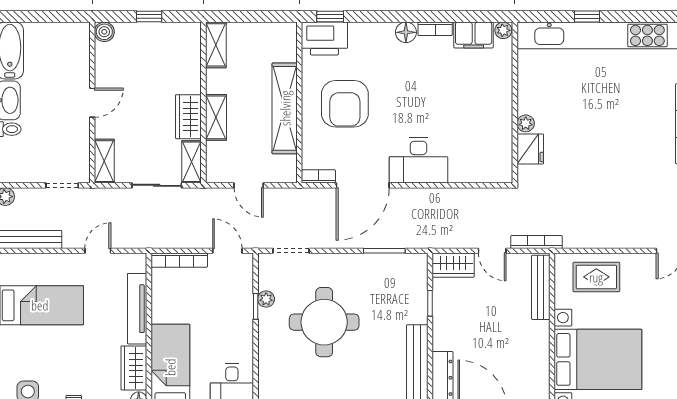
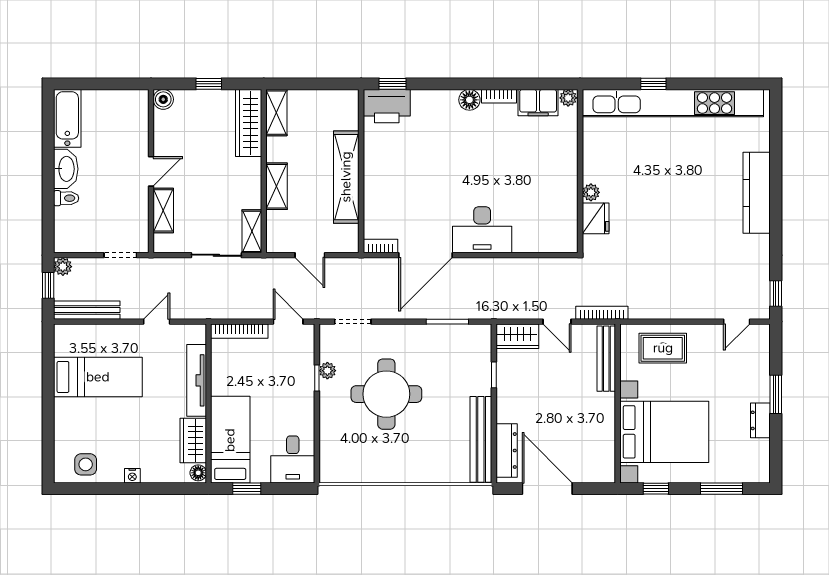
armchair: (345, 104) -> (407, 172), removed
wardrobe: (188, 117) -> (249, 123), moved, width x1.50
shelving: (104, 161) -> (163, 210), moved

